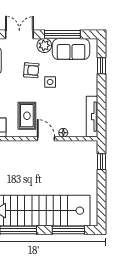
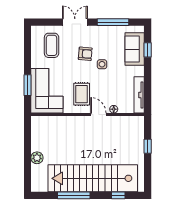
plant: (44, 45) -> (97, 32), removed
sofa: (71, 49) -> (135, 49), moved, turned 90
window: (101, 162) -> (148, 146), moved
window: (68, 230) -> (118, 195), width x0.46

